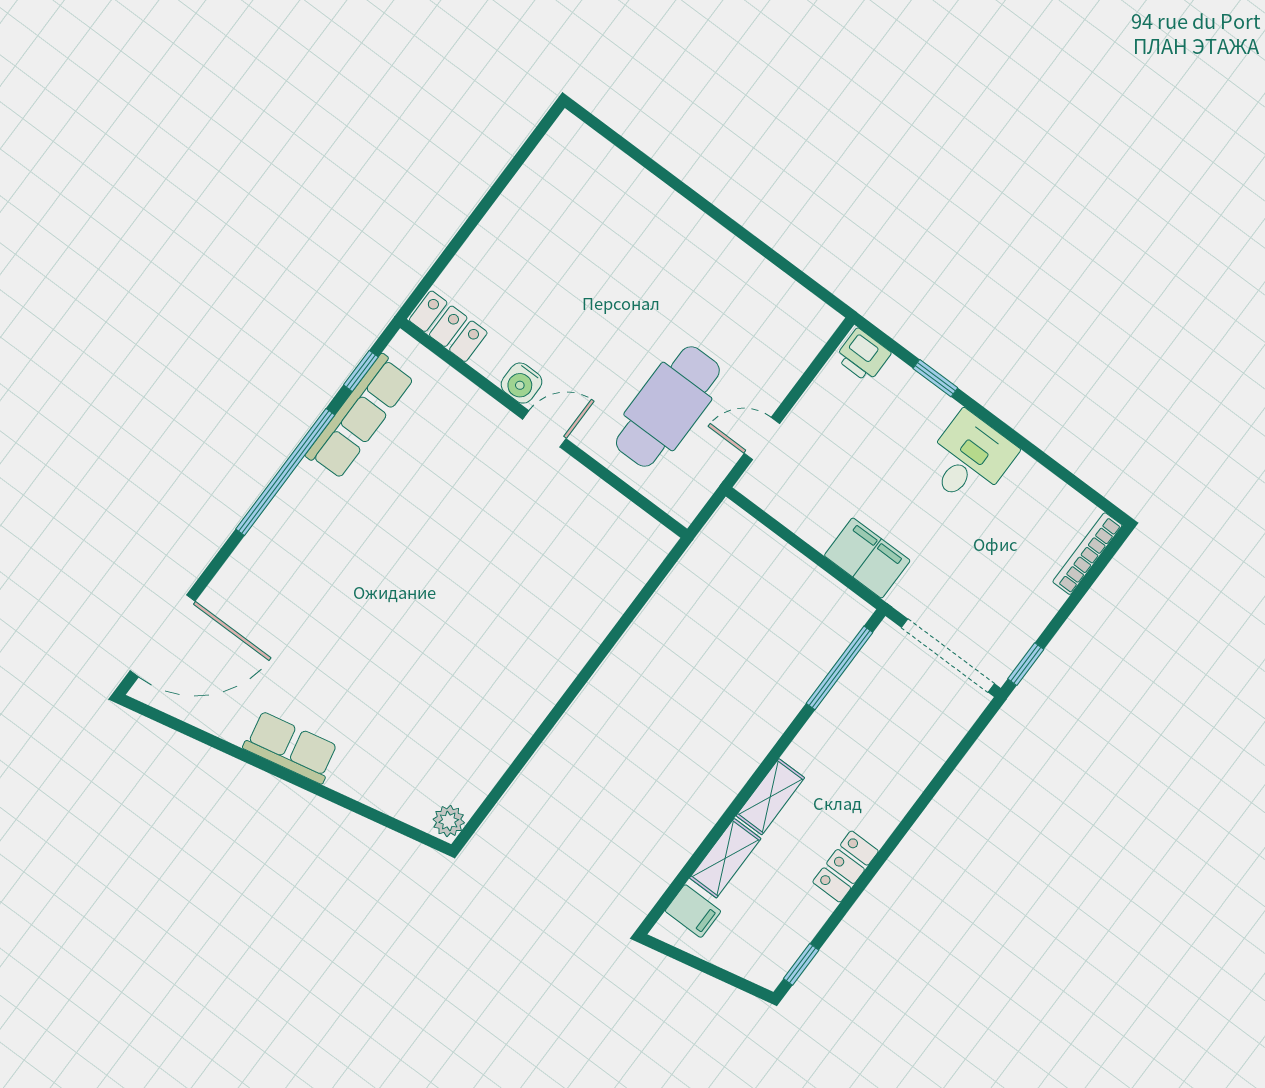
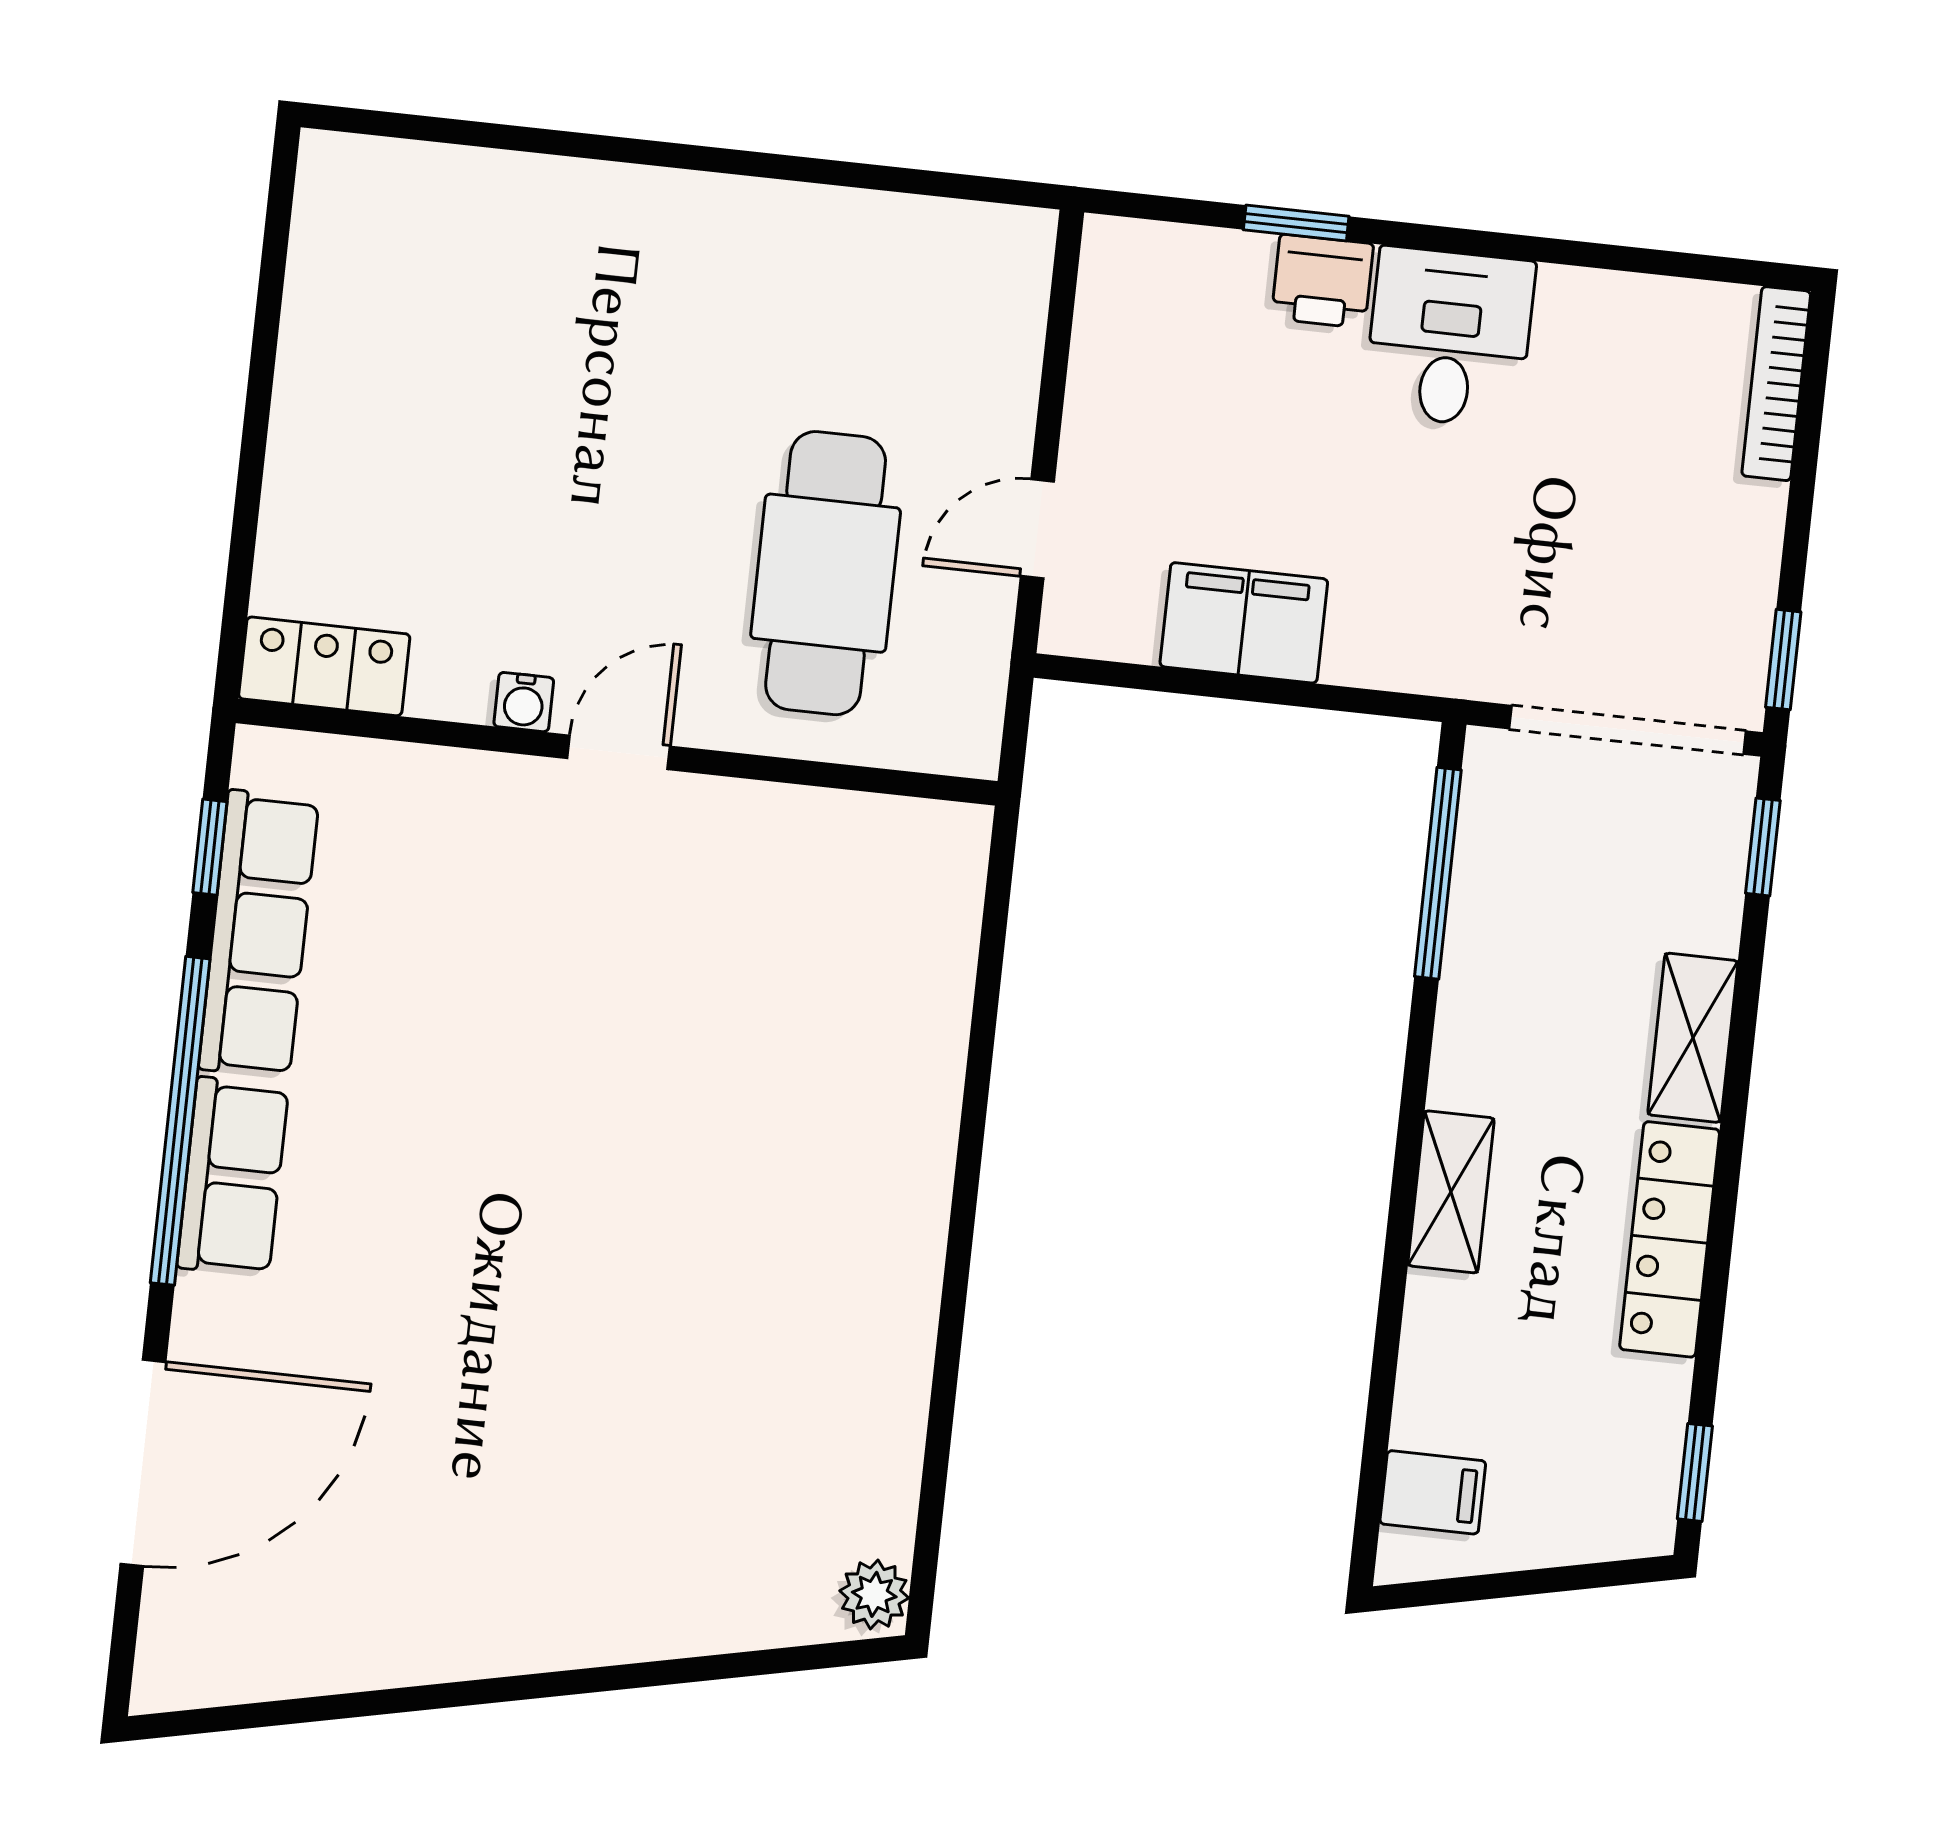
printer: (863, 355) -> (1322, 281), moved
water cooler: (522, 383) -> (524, 702), width x0.72, depth x0.72
filing cabinet: (867, 558) -> (1244, 623), moved
door: (163, 636) -> (143, 1463), moved
window: (974, 733) -> (1763, 847), added
row of seats: (291, 747) -> (233, 1177), moved, turned 102
shelving: (725, 858) -> (1693, 1038), moved
locker: (846, 867) -> (1670, 1239), width x1.53

